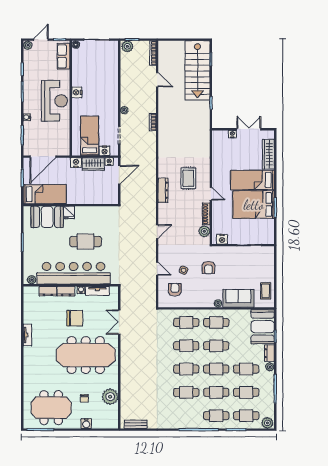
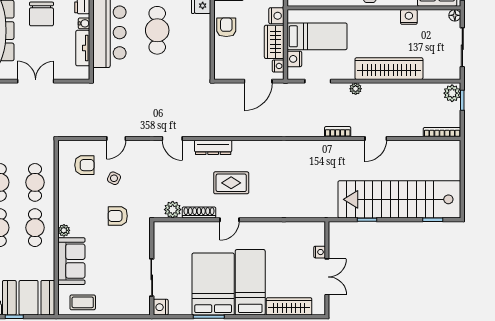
stairs: (197, 70) -> (399, 199), width x1.36
door: (157, 80) -> (376, 138), moved
wardrobe: (111, 88) -> (389, 69), added
nightstand: (77, 92) -> (409, 17), moved
door: (119, 175) -> (258, 81), hinge flipped
rug: (188, 178) -> (231, 183), moved
dresser: (163, 190) -> (213, 147), moved
armchair: (84, 196) -> (226, 27), added
nightstand: (222, 239) -> (161, 307), moved

